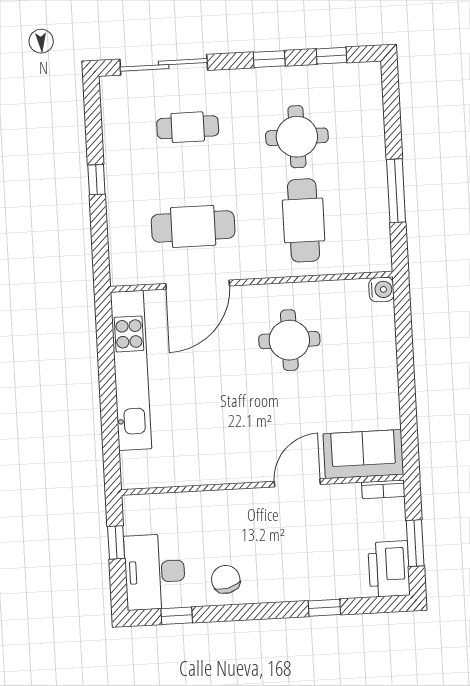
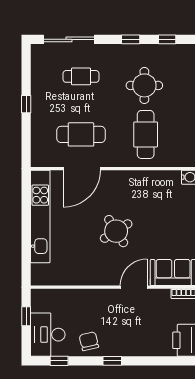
round table: (289, 340) -> (116, 231), moved, turned -32
window: (324, 608) -> (112, 361), moved

